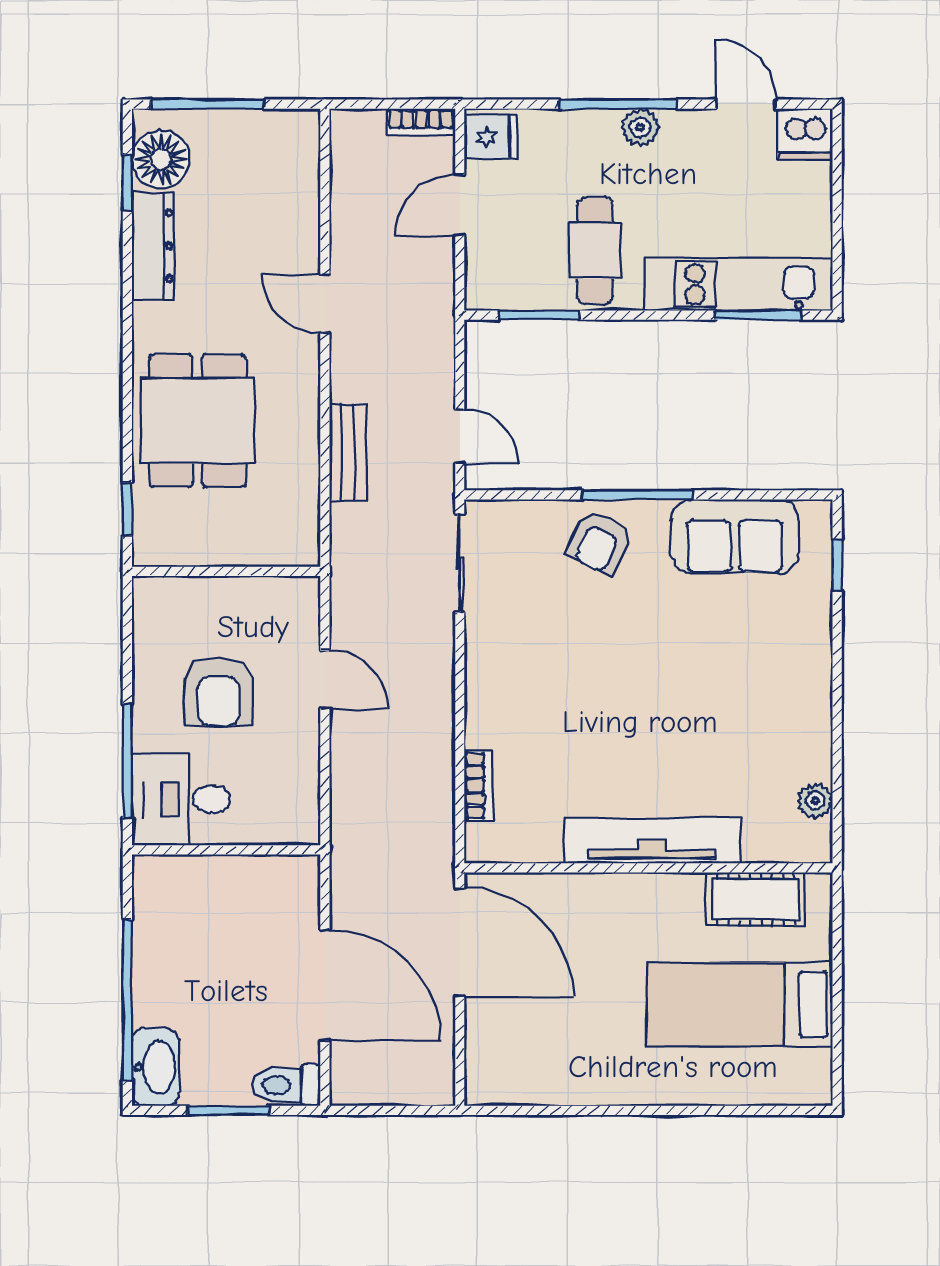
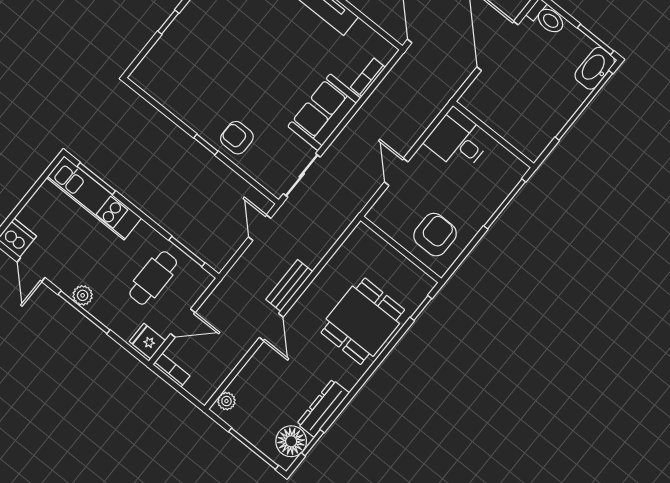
plant: (304, 142) -> (226, 401), added
cafe table: (595, 251) -> (153, 278), moved
bench: (348, 452) -> (289, 285), moved
window: (637, 495) -> (206, 145), width x0.46
sofa: (735, 537) -> (324, 112), moved, turned -90
armchair: (600, 542) -> (237, 138), turned -115
window: (837, 565) -> (168, 22), moved
armchair: (219, 692) -> (435, 235), moved
desk: (181, 799) -> (458, 140), moved, turned 180
window: (228, 1110) -> (596, 39), moved

